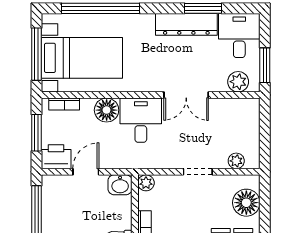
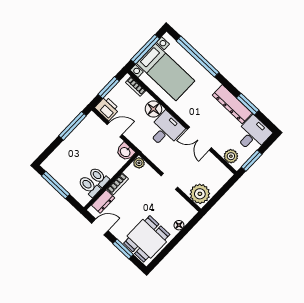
plant: (236, 161) -> (200, 194), width x1.88, depth x1.88
floor lamp: (246, 203) -> (179, 225), width x0.53, depth x0.53

